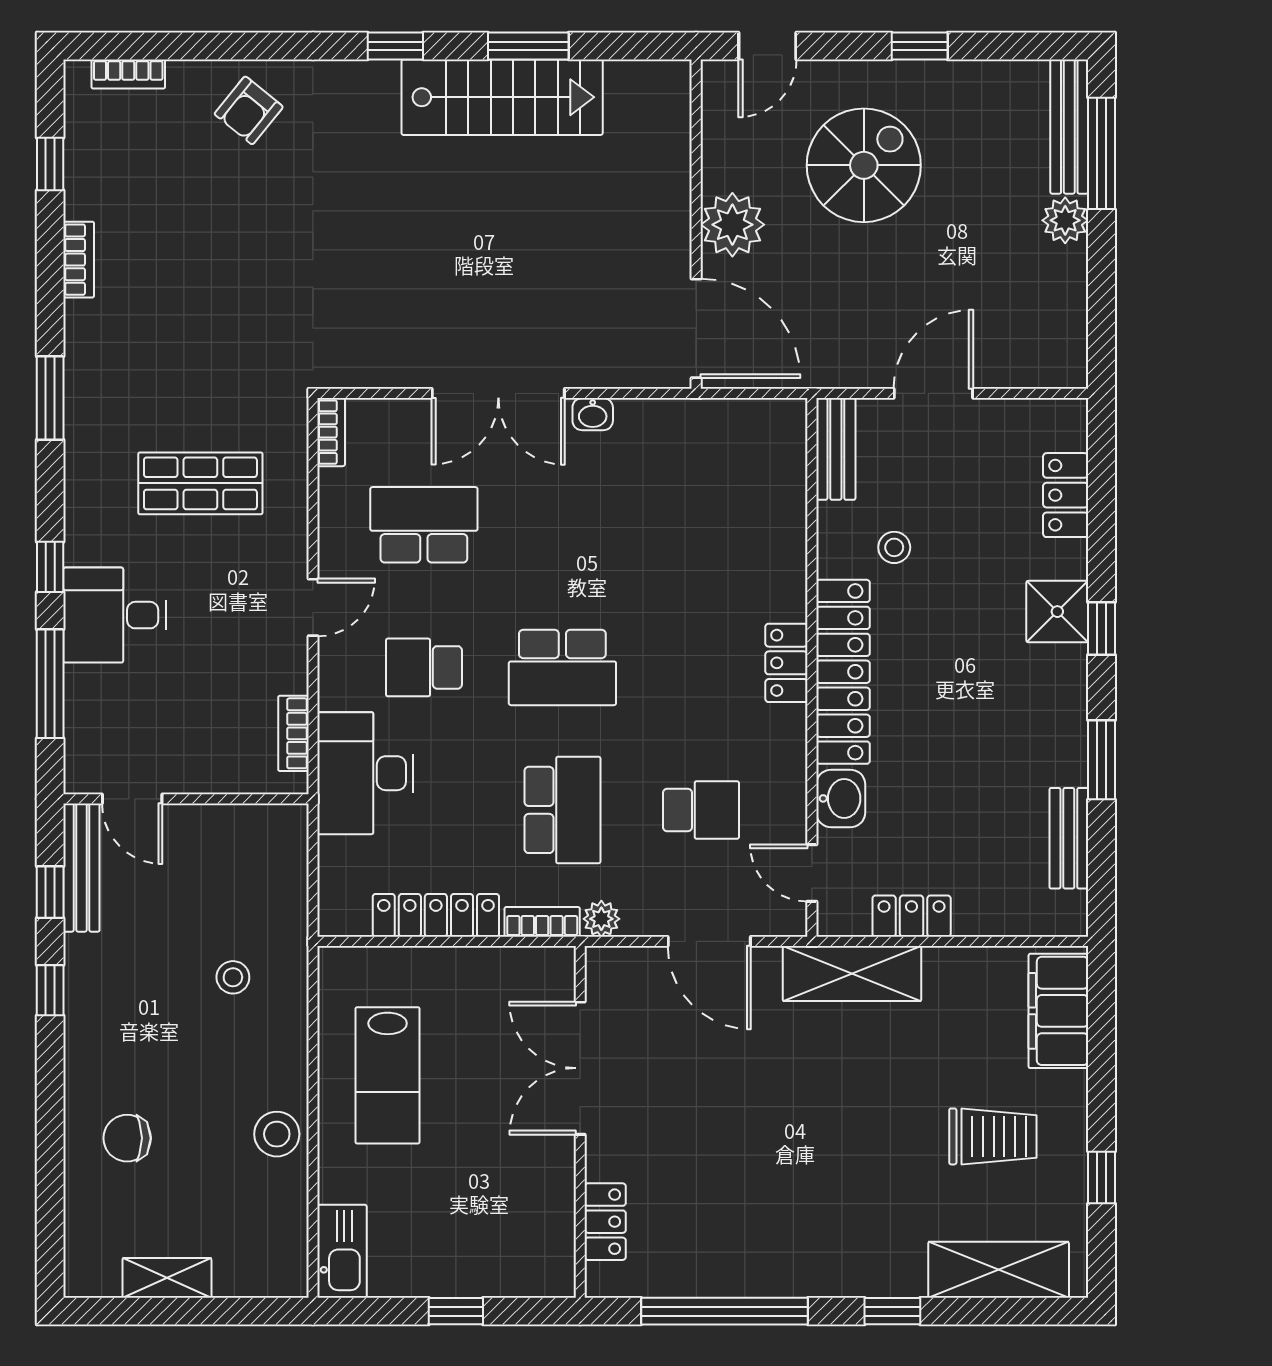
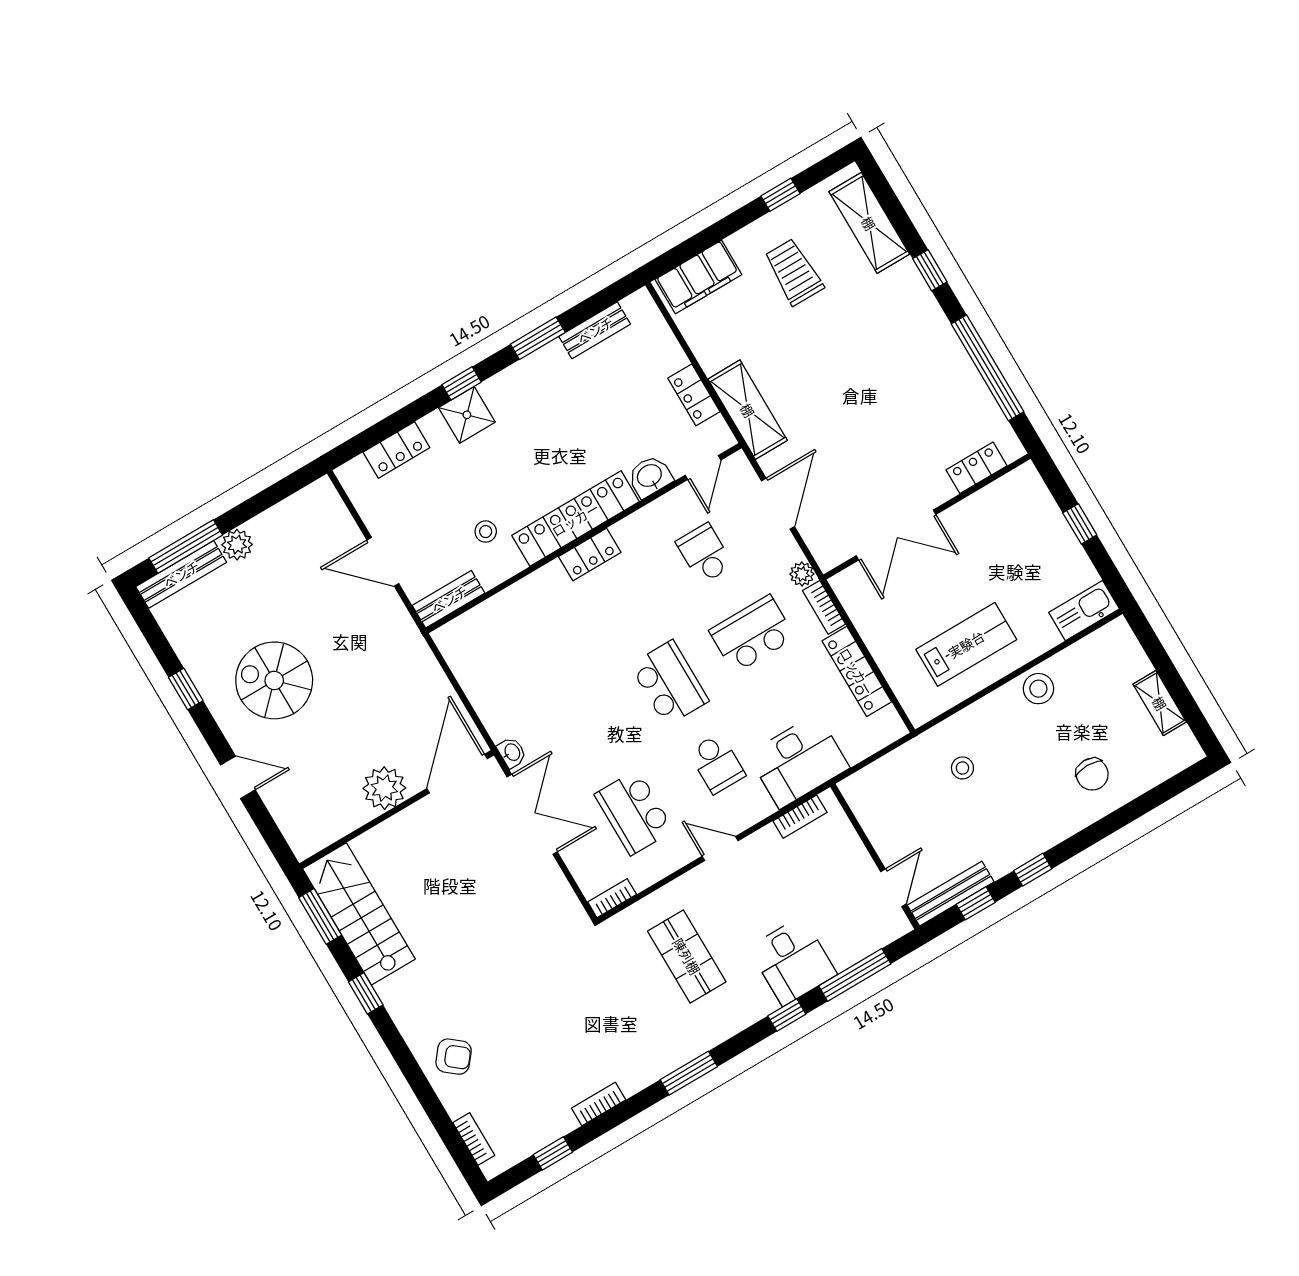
wall: (696, 224) -> (397, 809), moved
plant: (732, 225) -> (384, 788), moved
door: (696, 328) -> (457, 774), moved

